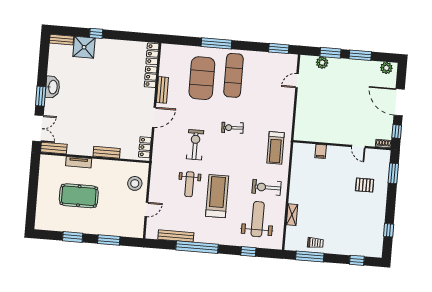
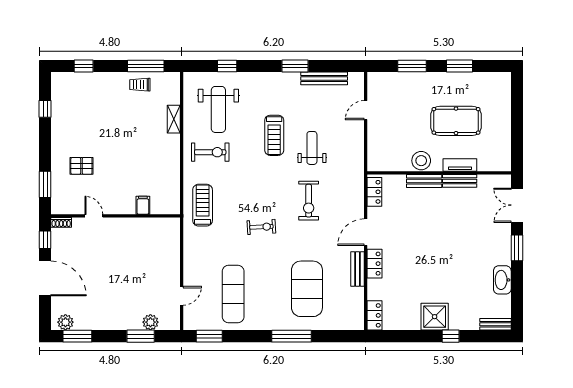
shower: (84, 47) -> (435, 317), moved
window: (360, 55) -> (77, 336), moved
exercise mat: (234, 75) -> (233, 294), moved
locker: (151, 77) -> (374, 264), moved
washbasin: (53, 87) -> (502, 280), moved
bench: (54, 148) -> (460, 181), moved
stool: (135, 183) -> (421, 161), moved
treadmill: (217, 196) -> (274, 135), width x0.73, depth x0.73
window: (197, 247) -> (295, 66), width x0.47

